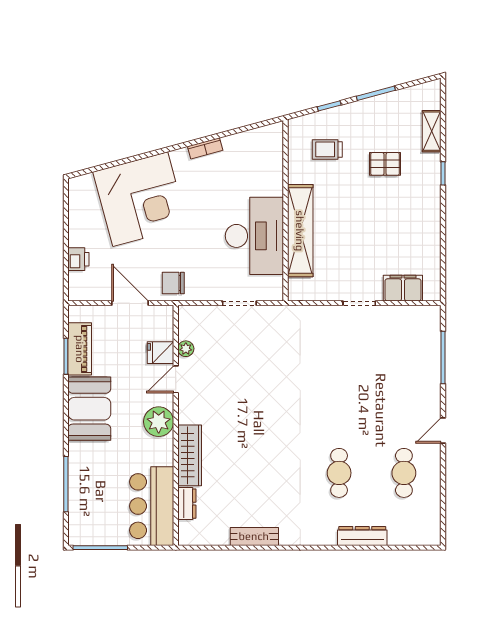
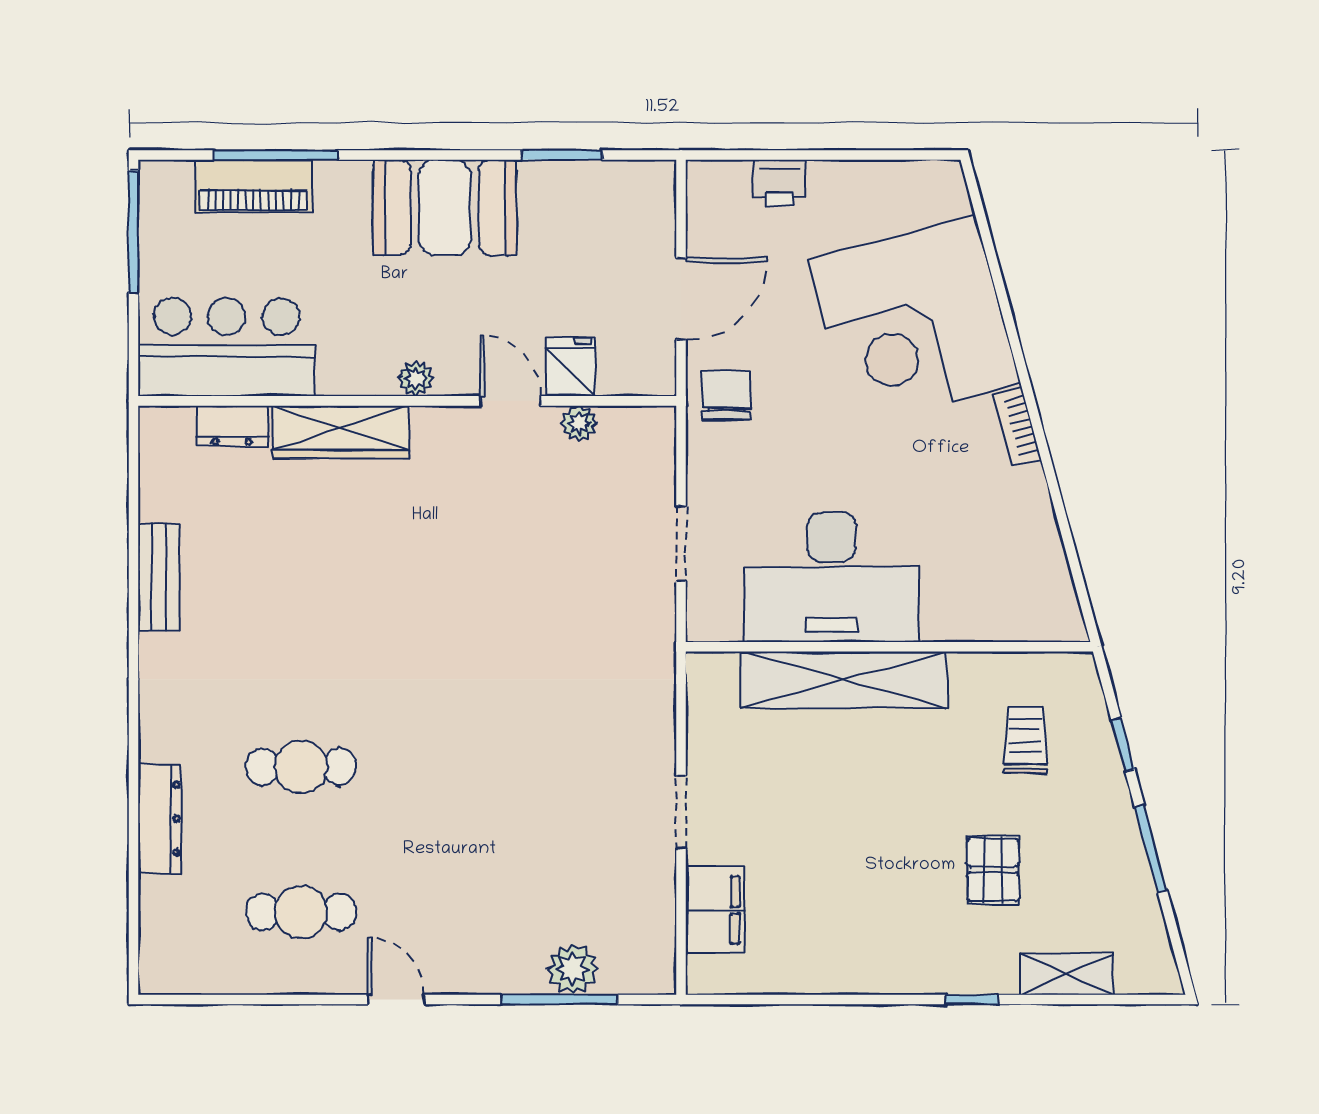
bookcase: (205, 148) -> (1017, 426), moved
piano: (80, 349) -> (253, 186), moved
plant: (429, 352) -> (573, 969), added
plant: (159, 422) -> (416, 378), width x0.53, depth x0.53

